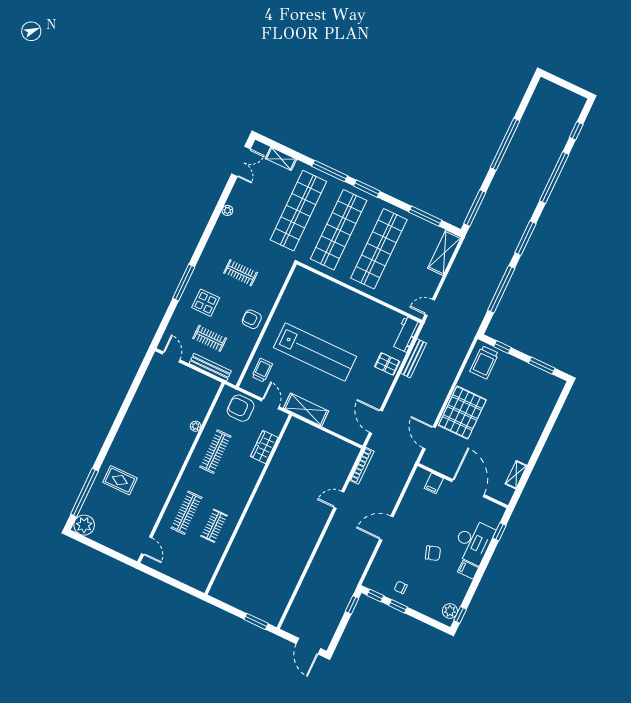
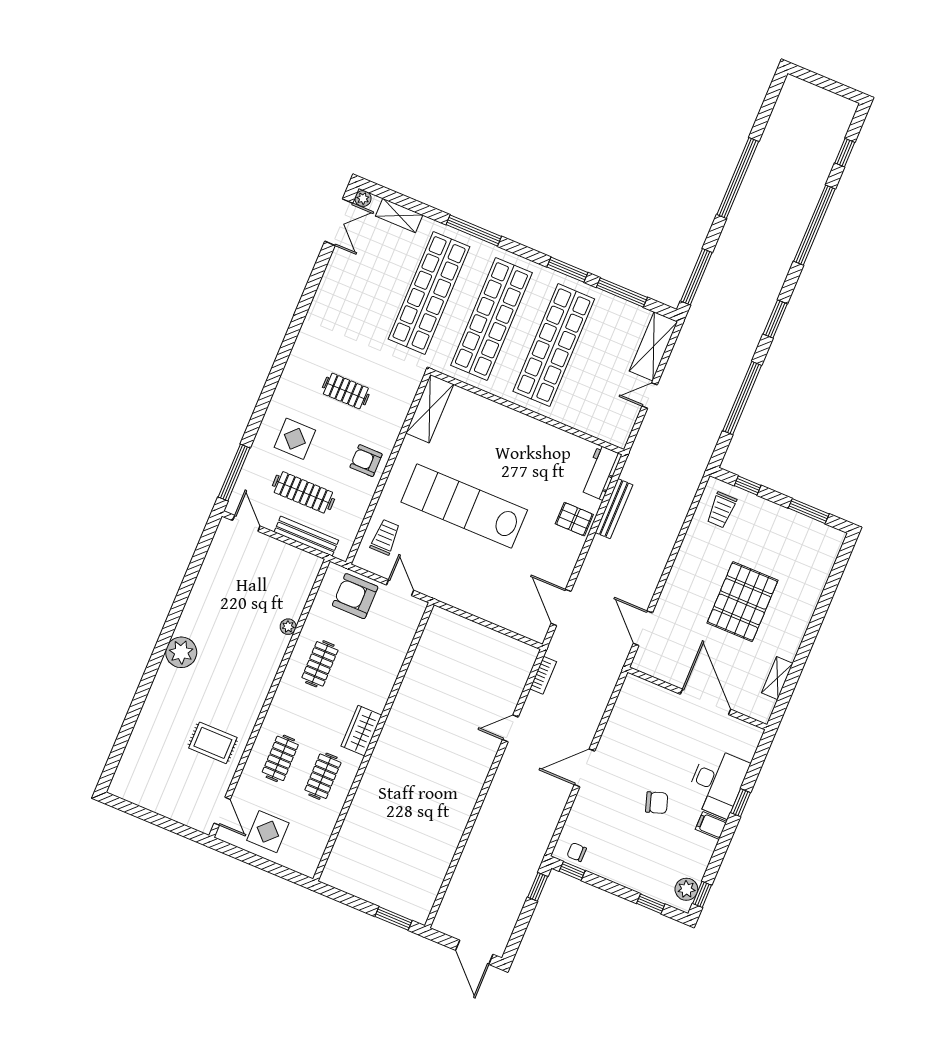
window: (367, 189) -> (567, 270), moved
plant: (227, 210) -> (363, 198), moved
window: (525, 238) -> (775, 319), width x0.69
window: (184, 283) -> (234, 472), moved
door: (430, 307) -> (650, 396), moved
clothes rail: (210, 338) -> (303, 492), width x1.36
lab bench: (315, 352) -> (464, 506), turned 180
trolley: (484, 362) -> (721, 510), width x0.73, depth x0.72
shelving: (306, 410) -> (430, 409), moved, turned 90
pallet: (462, 413) -> (742, 602), moved
wardrobe: (264, 447) -> (361, 731), moved
clothes rail: (215, 452) -> (320, 664), width x0.73
bookcase: (362, 466) -> (543, 675), width x0.64
rug: (120, 480) -> (213, 743), moved
filing cabinet: (434, 483) -> (653, 697), removed
window: (84, 493) -> (124, 735), removed
clothes rail: (186, 513) -> (280, 758), width x0.73
plant: (84, 525) -> (181, 652), moved
window: (499, 532) -> (740, 803), moved
display table: (176, 561) -> (268, 832), added
chair: (401, 587) -> (577, 852), moved
window: (398, 606) -> (651, 904), moved

